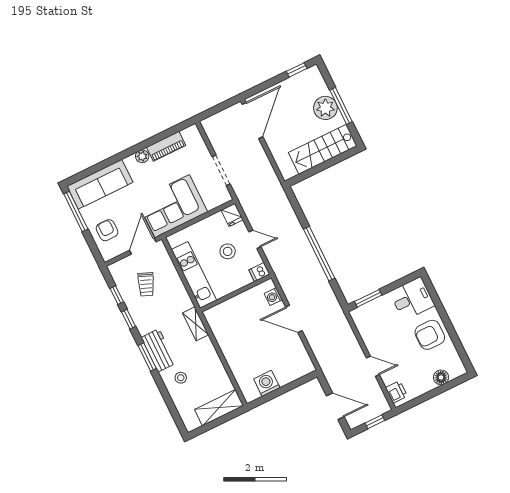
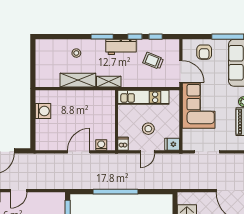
armchair: (107, 230) -> (204, 52), turned 90
workbench: (158, 350) -> (121, 47), moved
shelving: (219, 408) -> (78, 80), moved, turned 90

